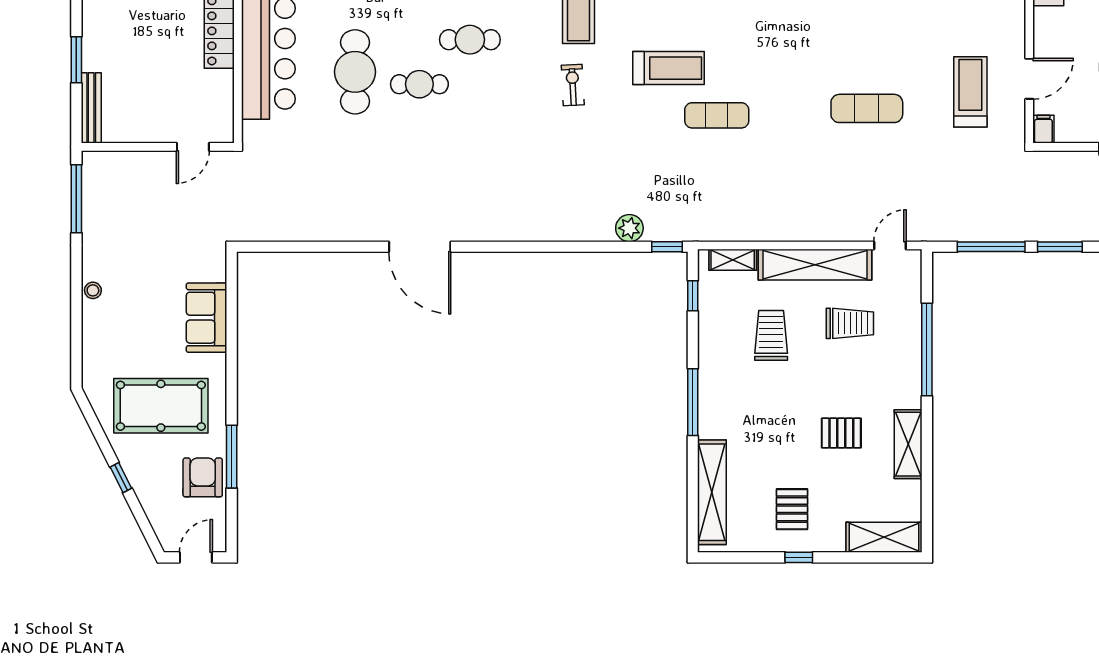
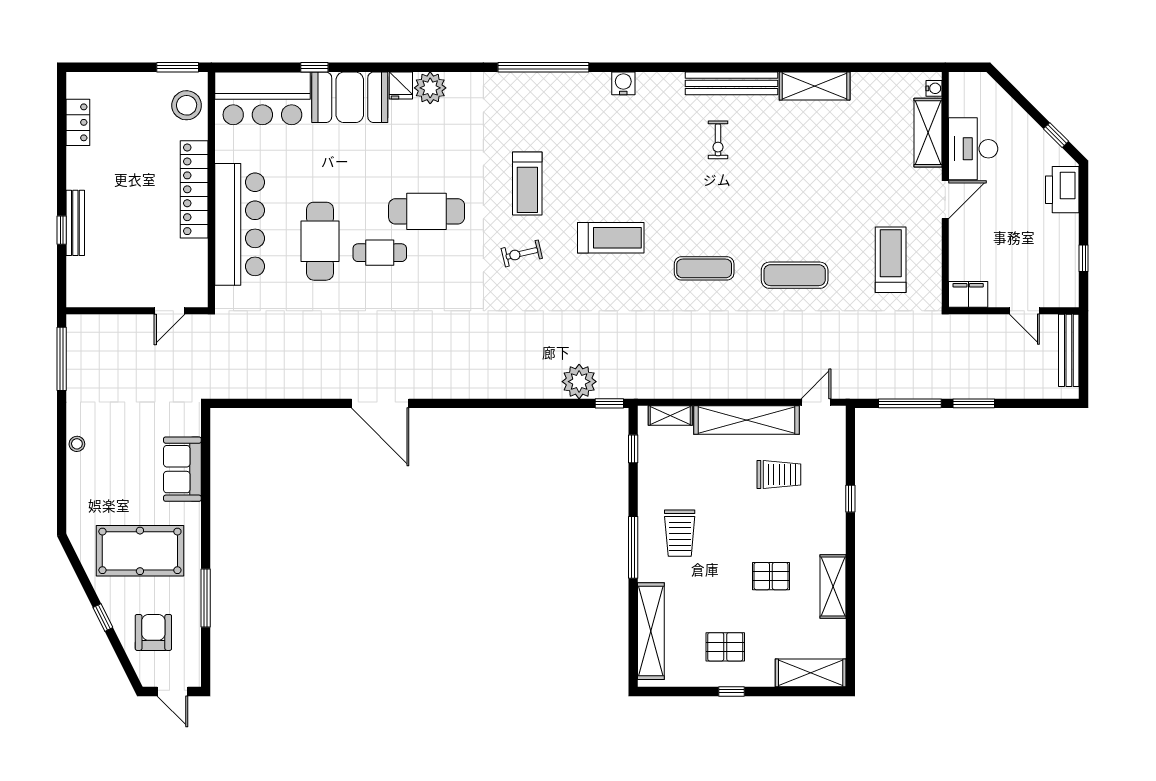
cafe table: (470, 40) -> (427, 211), width x1.37, depth x1.35
window: (76, 60) -> (62, 230), width x0.67
door: (1029, 79) -> (945, 200), moved
exercise bike: (573, 85) -> (522, 253), turned -100
bench: (91, 108) -> (75, 223), moved
exercise mat: (717, 115) -> (704, 268), moved
filing cabinet: (1043, 129) -> (968, 294), width x2.00
plant: (629, 228) -> (579, 382), width x1.36, depth x1.36
trolley: (771, 335) -> (680, 533), moved, turned 180
window: (927, 349) -> (850, 499), width x0.32
armchair: (203, 477) -> (153, 632), moved
pallet: (792, 509) -> (725, 647), turned 90
door: (196, 557) -> (173, 691), swing flipped

